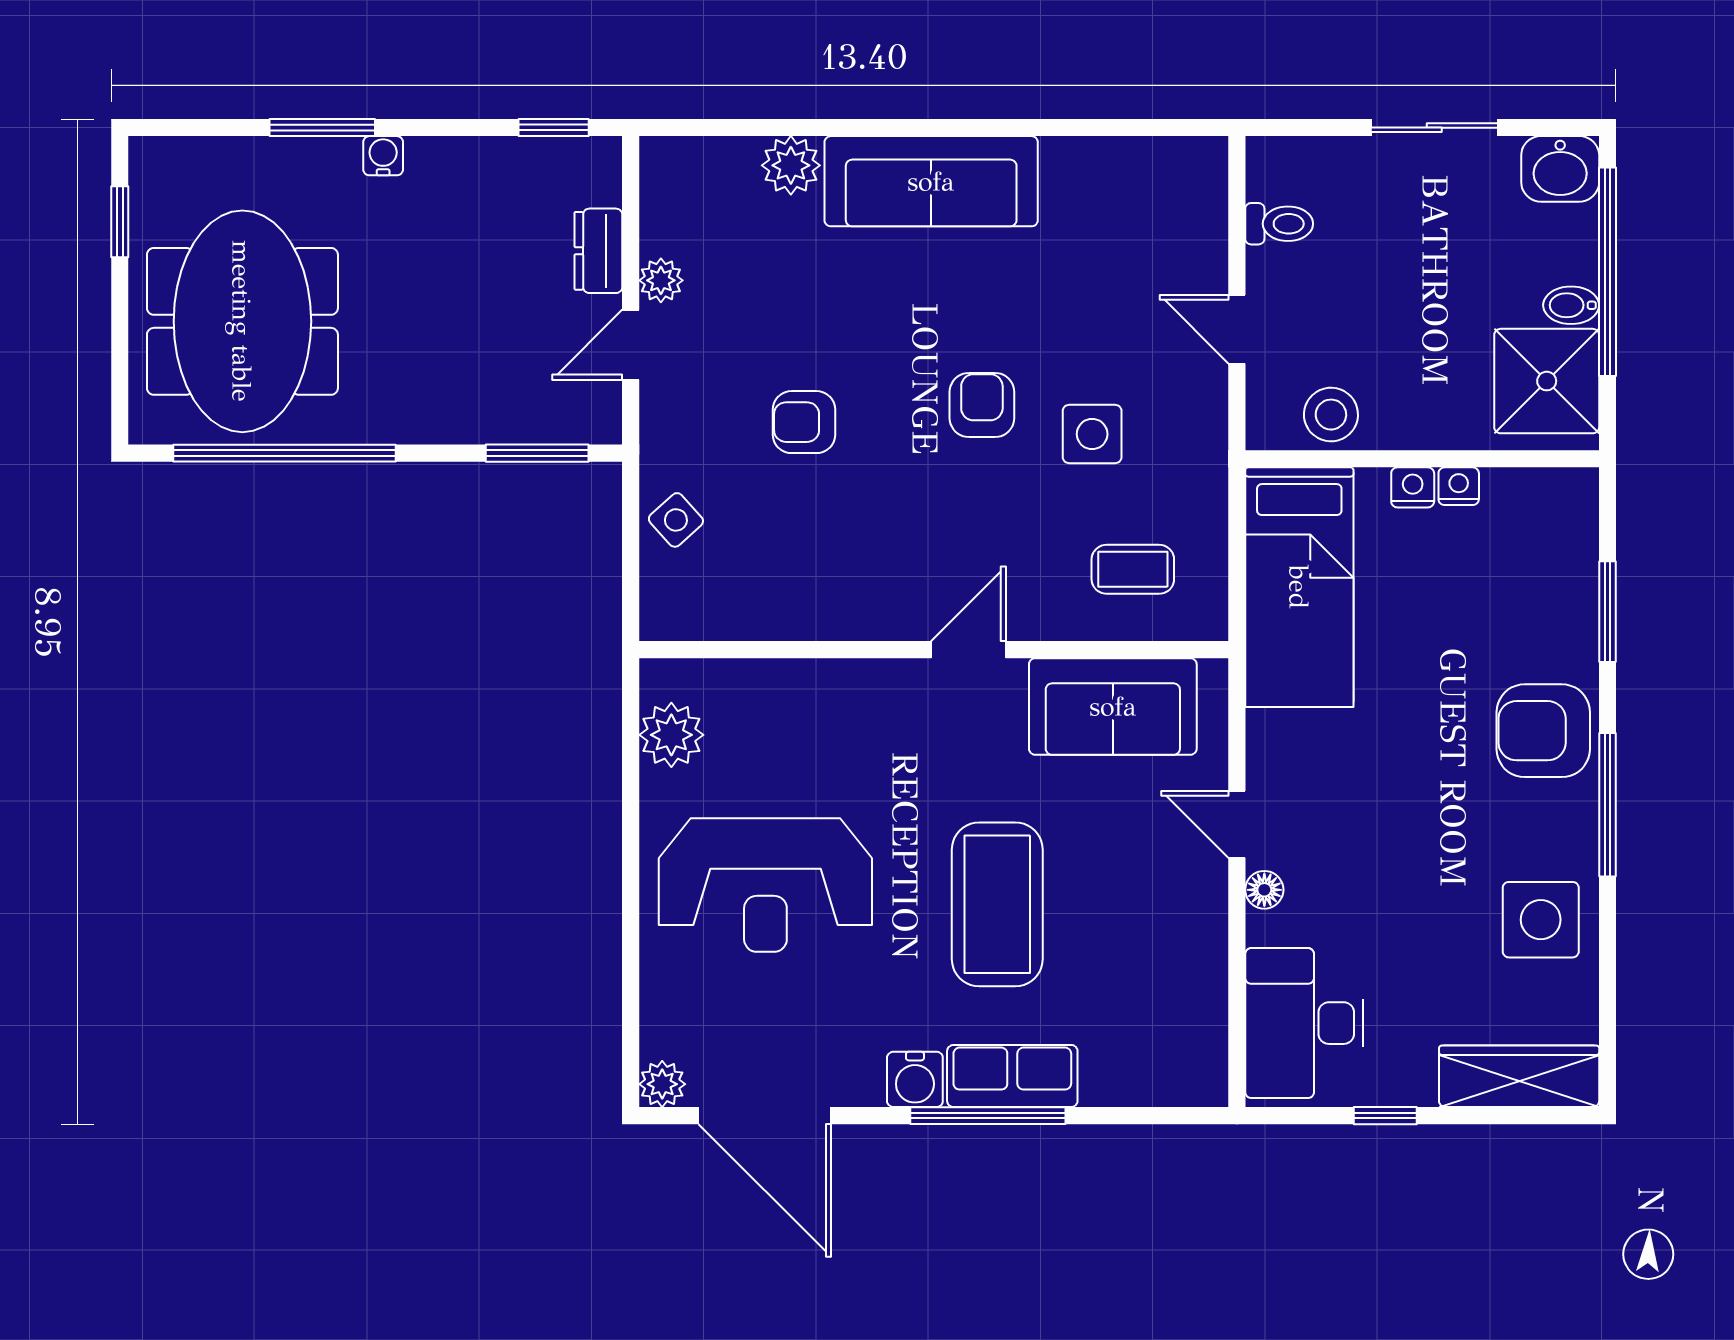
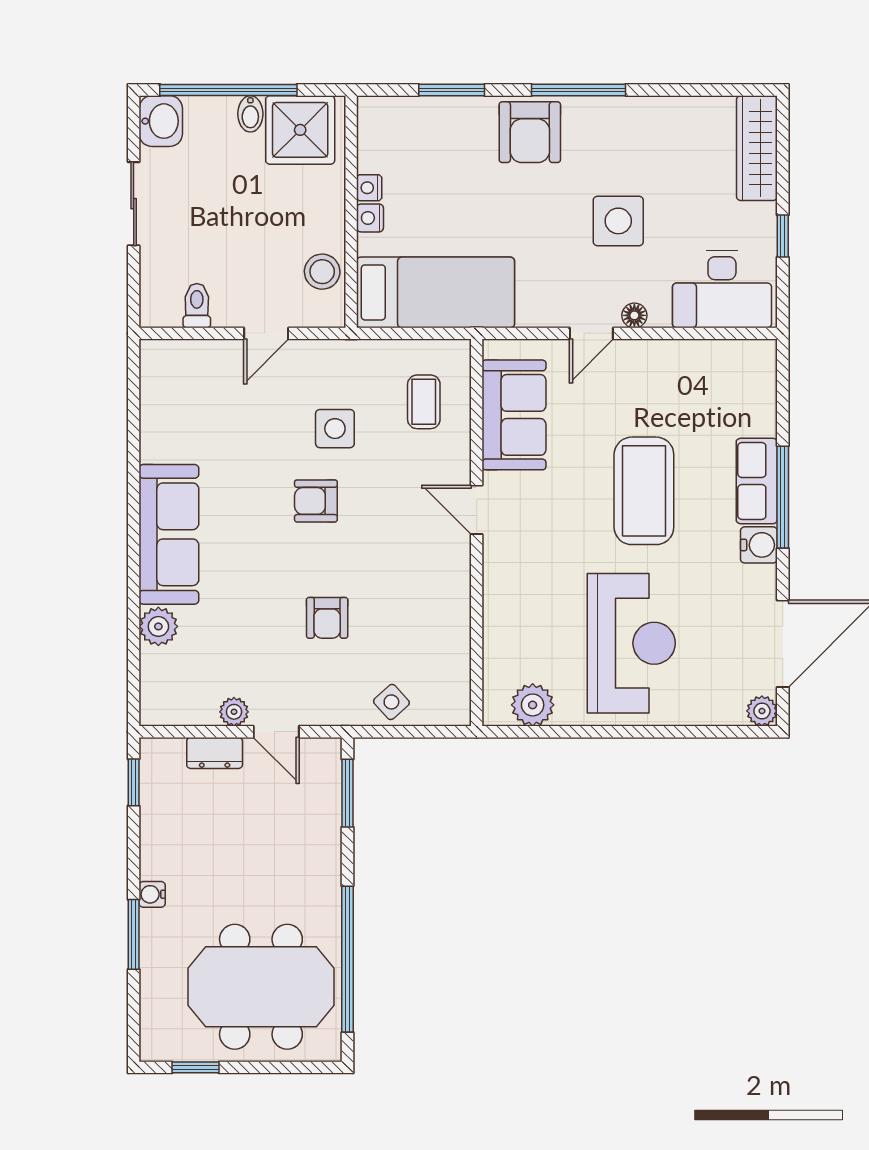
coffee table: (997, 904) -> (644, 491), turned 90
side table: (1541, 920) -> (618, 221), moved

